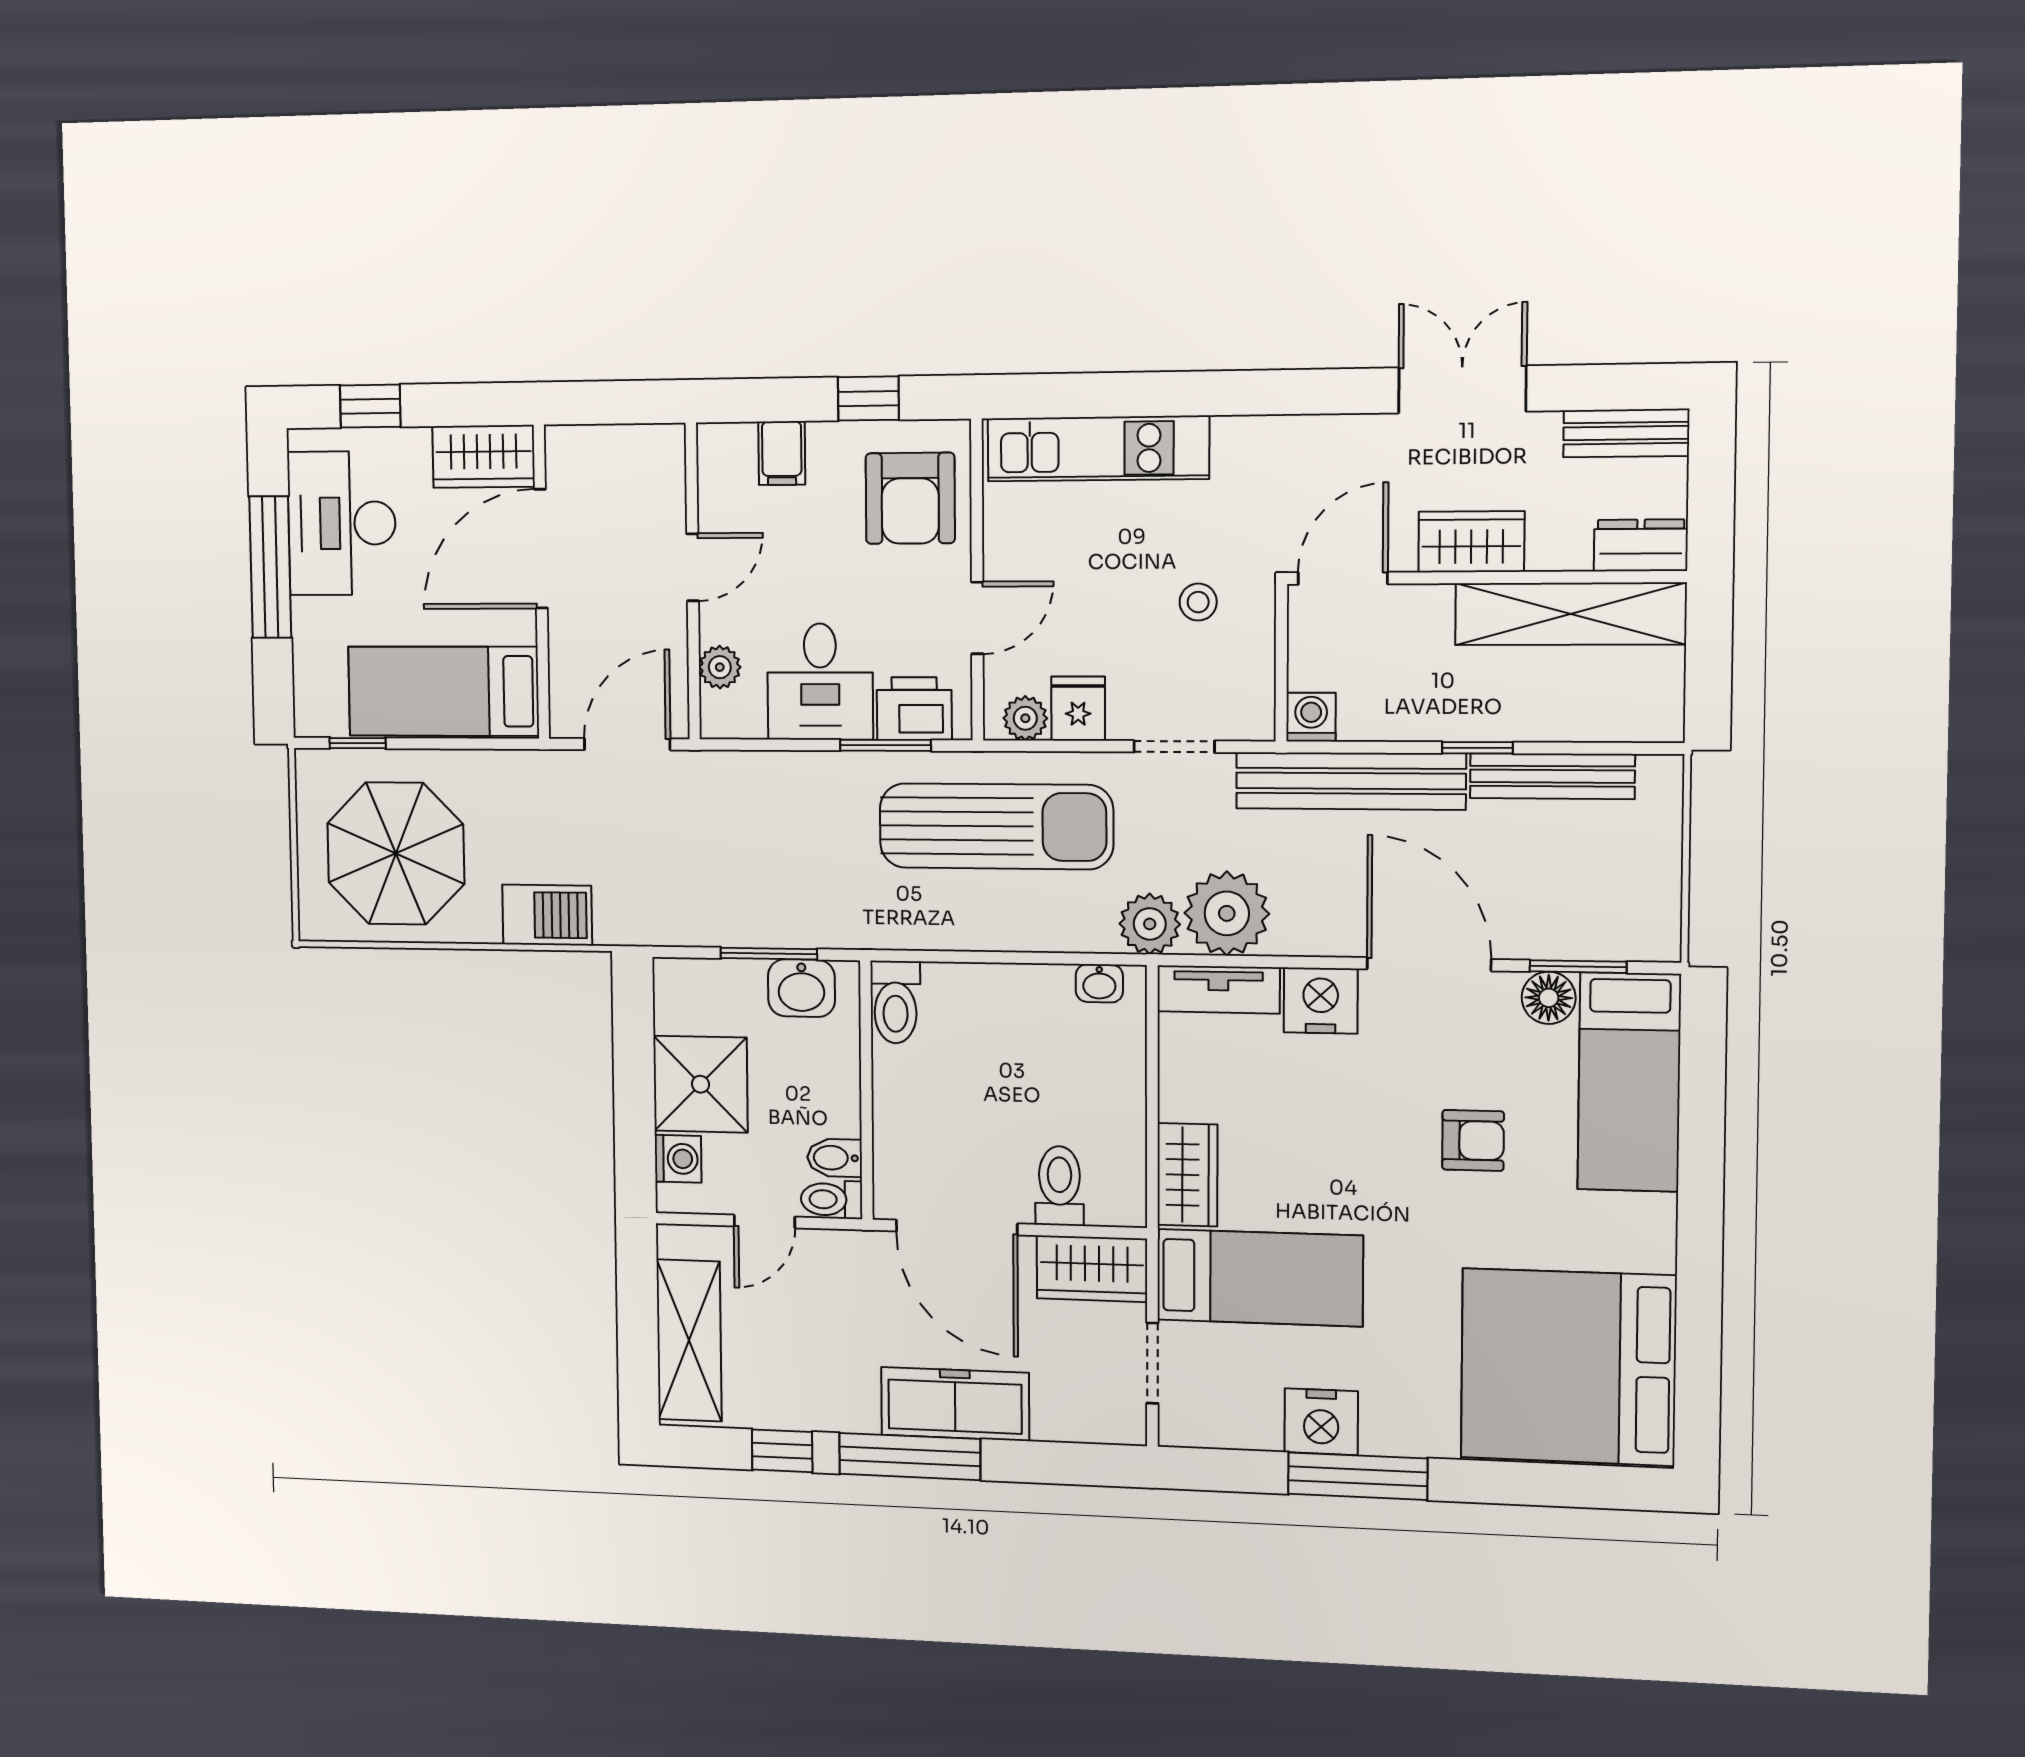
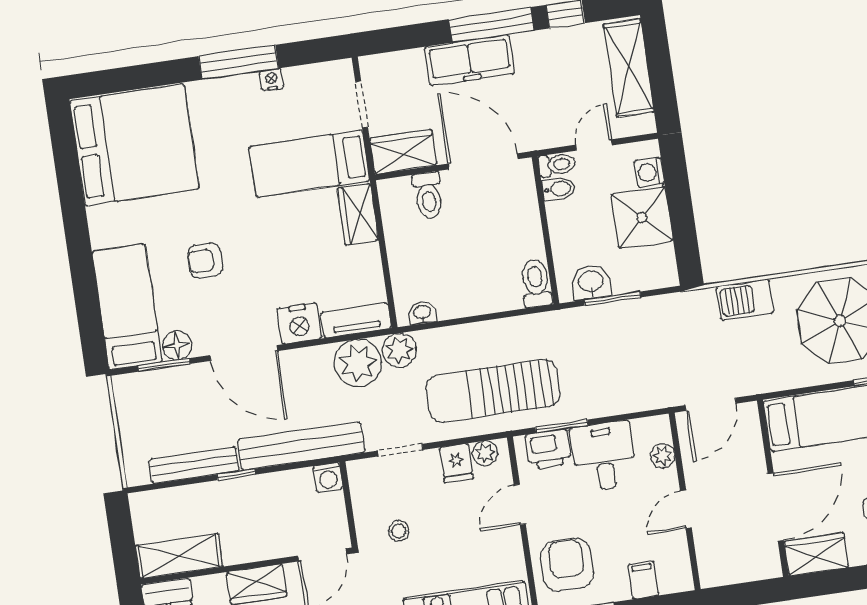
shelving: (1570, 614) -> (179, 556), width x0.68
nightstand: (1321, 1422) -> (272, 80), width x0.53, depth x0.56

